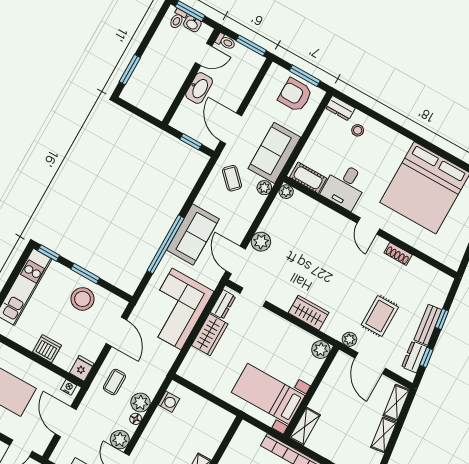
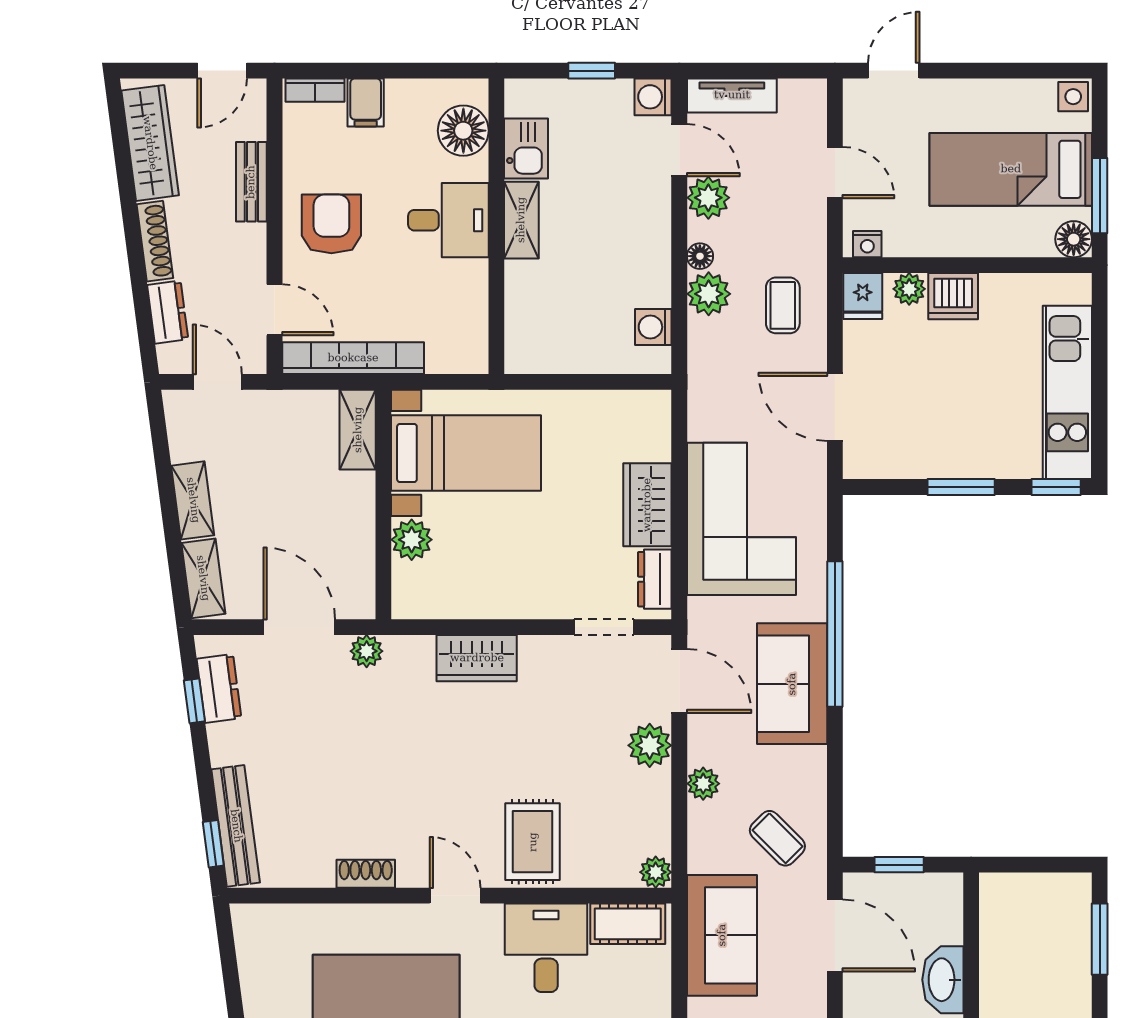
plant: (264, 188) -> (703, 784), moved
stool: (83, 299) -> (938, 434), removed
rug: (380, 316) -> (533, 842), moved
window: (442, 319) -> (213, 844), moved
bench: (428, 325) -> (236, 826), moved, width x1.36
plant: (321, 350) -> (412, 540), moved
plant: (62, 361) -> (909, 289), added
door: (66, 422) -> (835, 173), width x0.73

